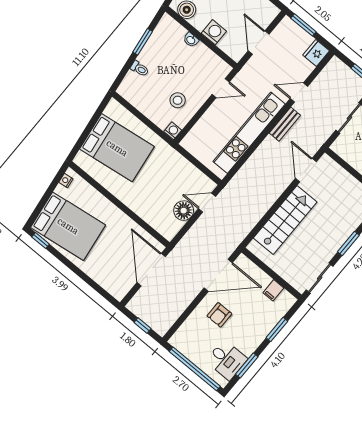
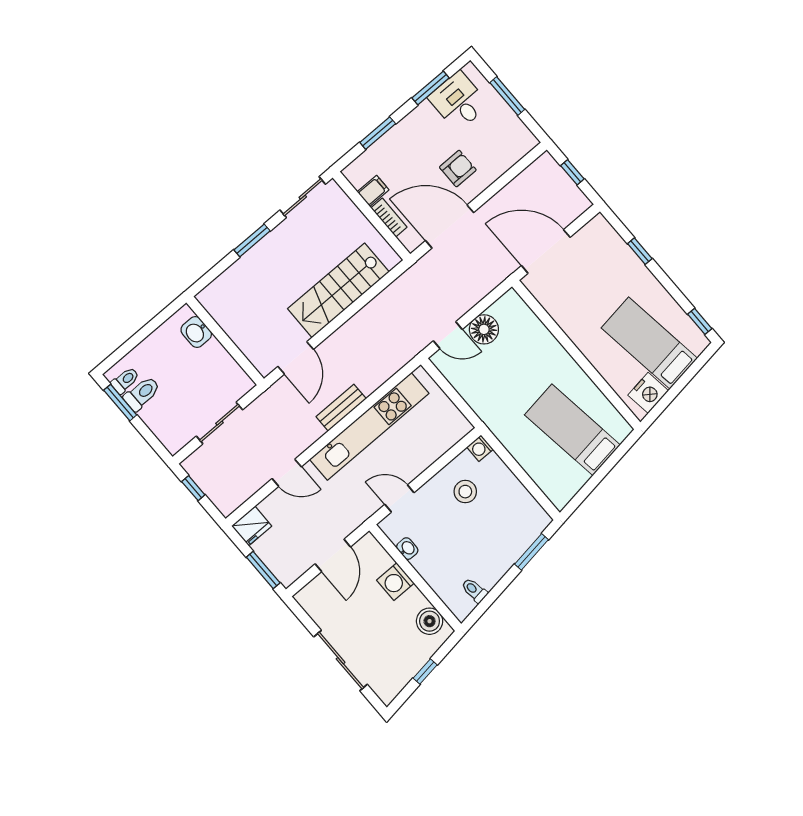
washbasin: (191, 40) -> (407, 549), moved
window: (143, 42) -> (531, 552), moved
toilet: (140, 69) -> (474, 590), moved
bench: (285, 124) -> (341, 408), moved
bed: (117, 148) -> (572, 430), width x0.67
nightstand: (66, 181) -> (648, 393), width x1.89, depth x1.79
bed: (68, 226) -> (649, 343), width x0.67
door: (151, 270) -> (546, 251), swing flipped
bookcase: (260, 274) -> (389, 217), added
window: (89, 281) -> (640, 251), added
window: (195, 369) -> (507, 96), width x0.47

